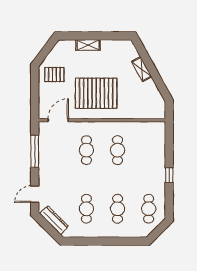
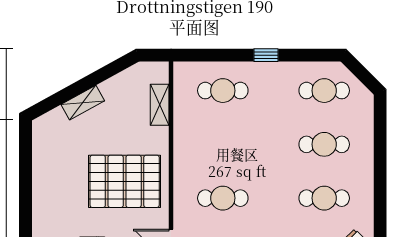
shelving: (88, 45) -> (160, 105), moved
pallet: (96, 93) -> (125, 181), turned 90
cafe table: (118, 150) -> (223, 91), moved

